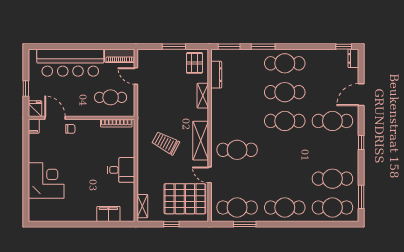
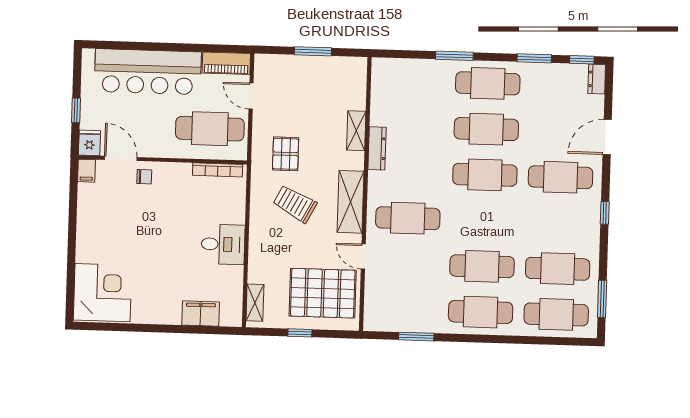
window: (229, 47) -> (534, 58), moved
pallet: (194, 63) -> (286, 154), moved
dresser: (216, 75) -> (377, 148), moved
cafe table: (111, 97) -> (210, 129), width x1.37, depth x1.35
corner desk: (46, 180) -> (102, 293), moved
cafe table: (237, 208) -> (482, 266), moved

